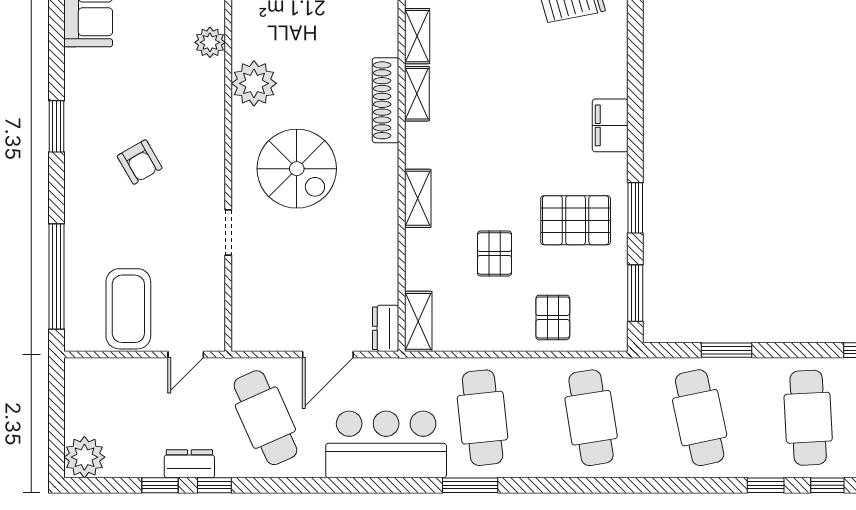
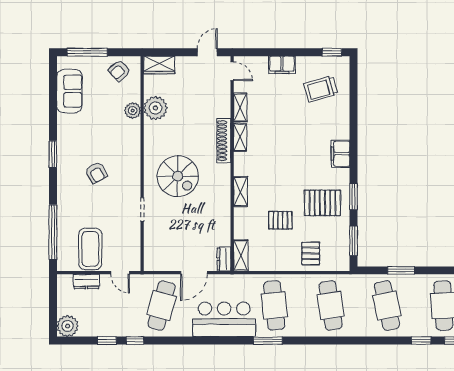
plant: (254, 83) -> (156, 108), moved
pallet: (494, 253) -> (280, 220), turned 90
door: (186, 355) -> (120, 273), hinge flipped
cafe table: (265, 418) -> (161, 305), turned 39
dresser: (189, 464) -> (86, 282), moved, turned 180

